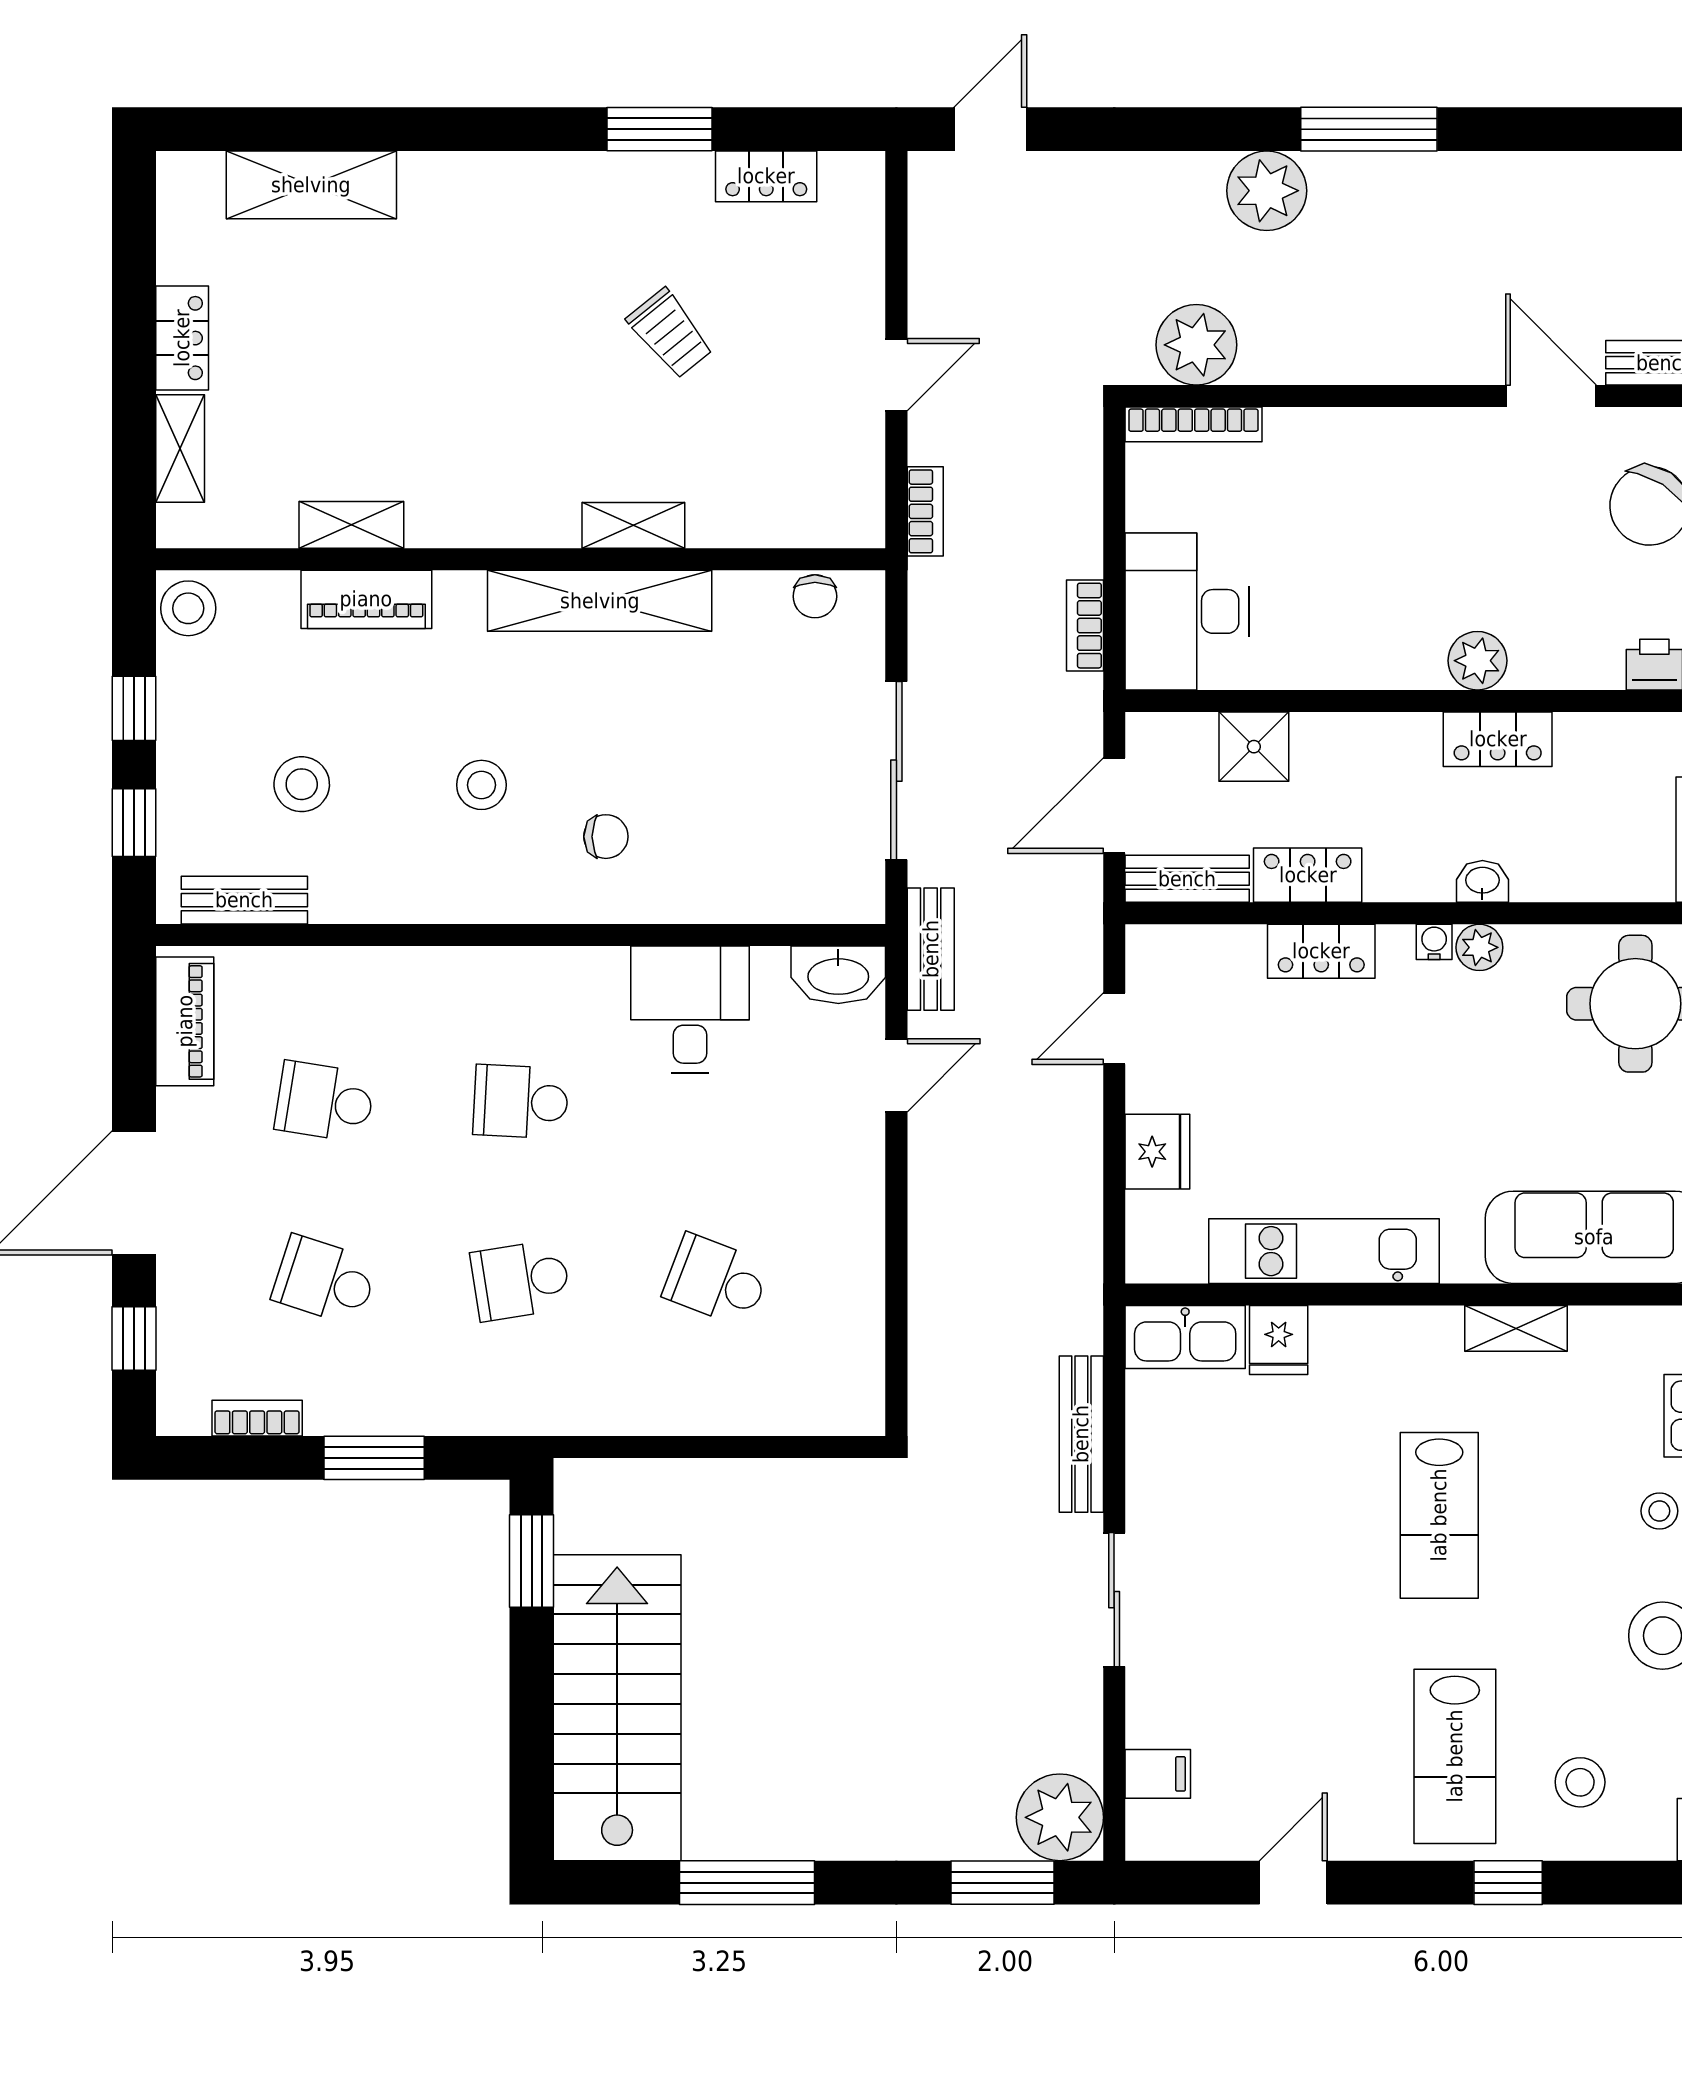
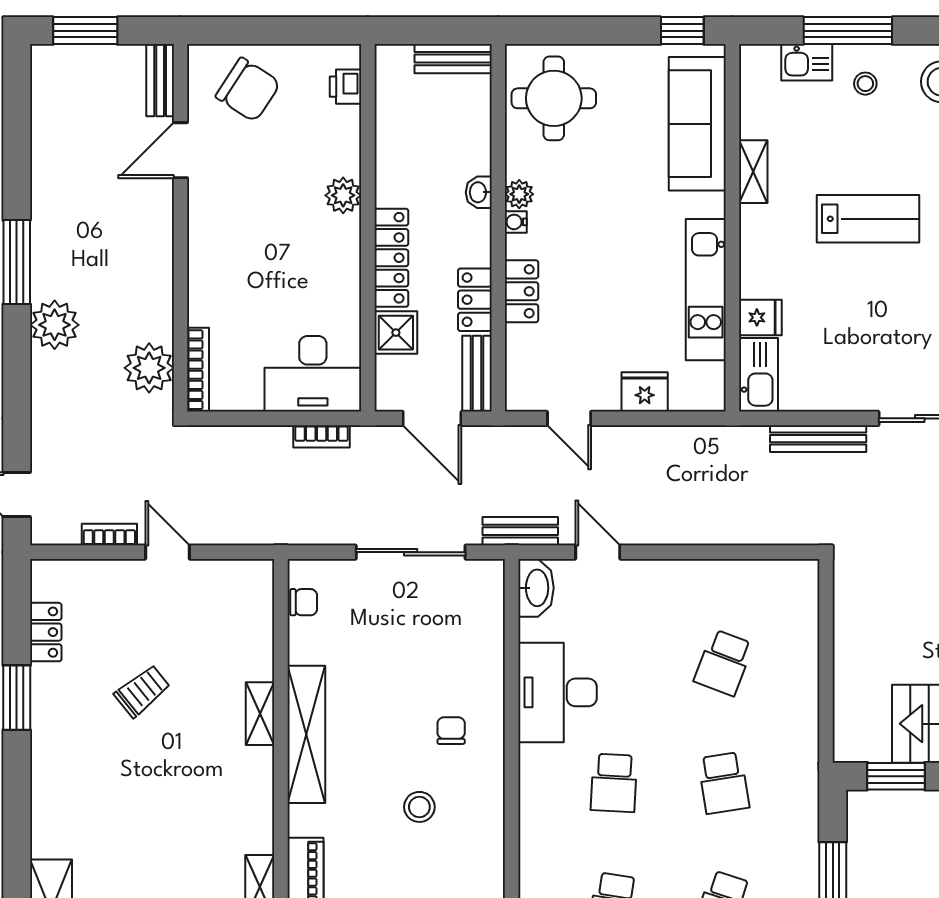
bookcase: (925, 511) -> (109, 535), moved
locker: (1498, 739) -> (391, 258), moved, width x1.53
desk: (690, 1010) -> (557, 692), width x1.37

